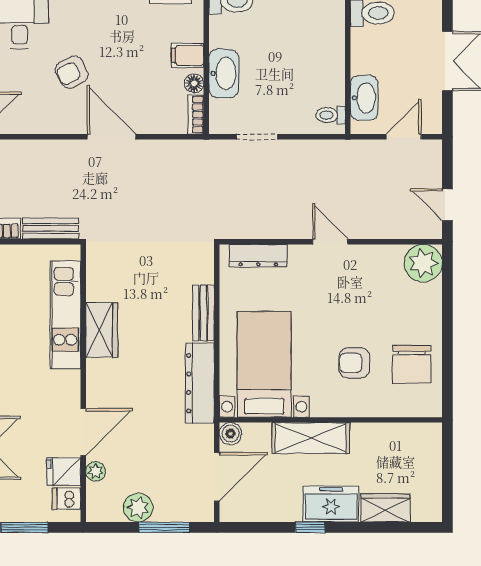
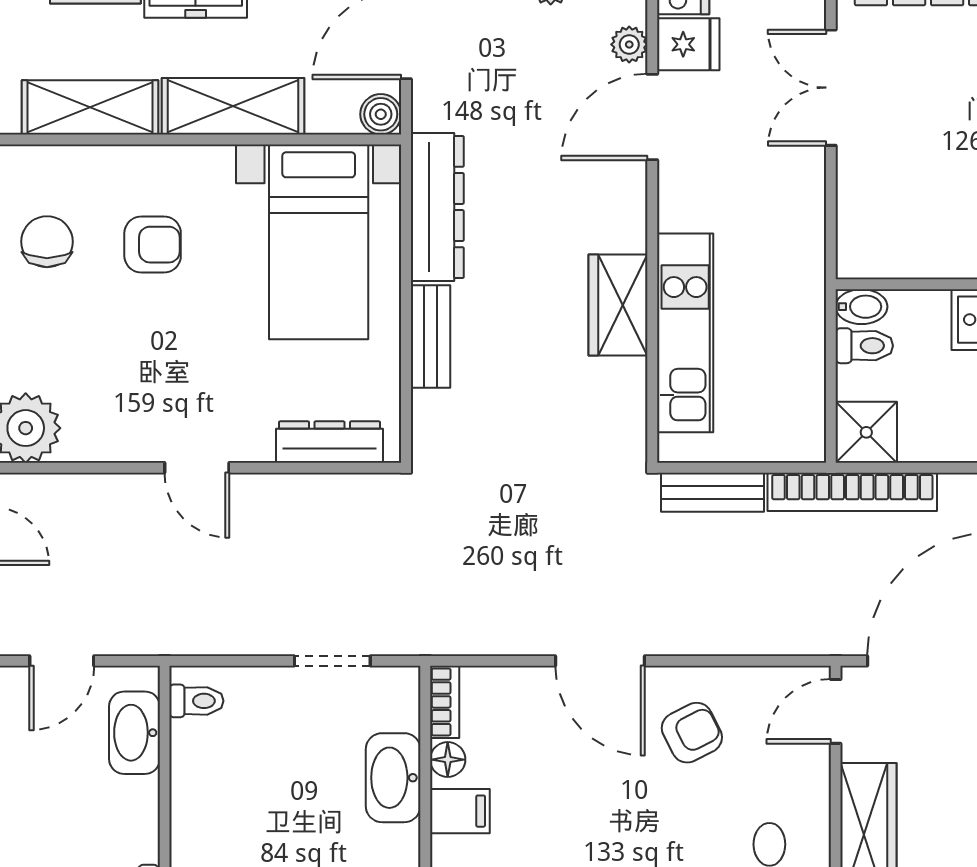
armchair: (72, 72) -> (692, 733), moved
chair: (412, 364) -> (47, 242), width x0.73, depth x0.73
shelving: (388, 437) -> (90, 107), added

